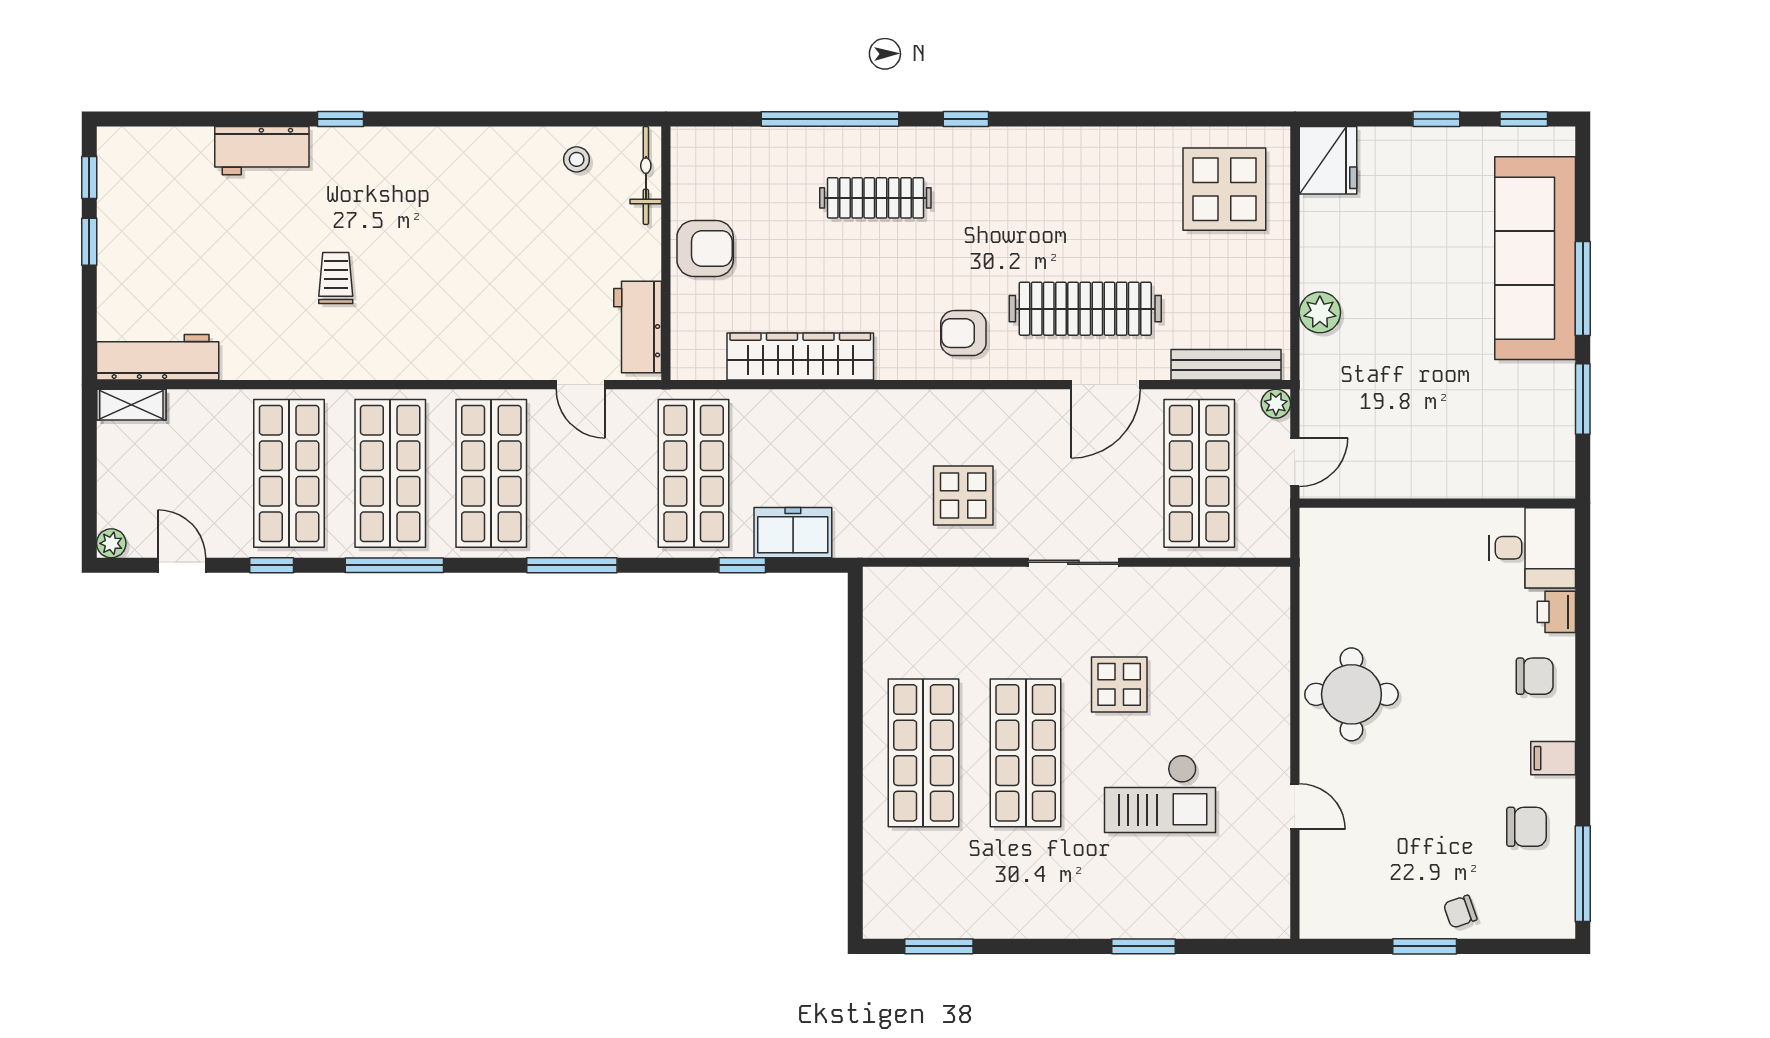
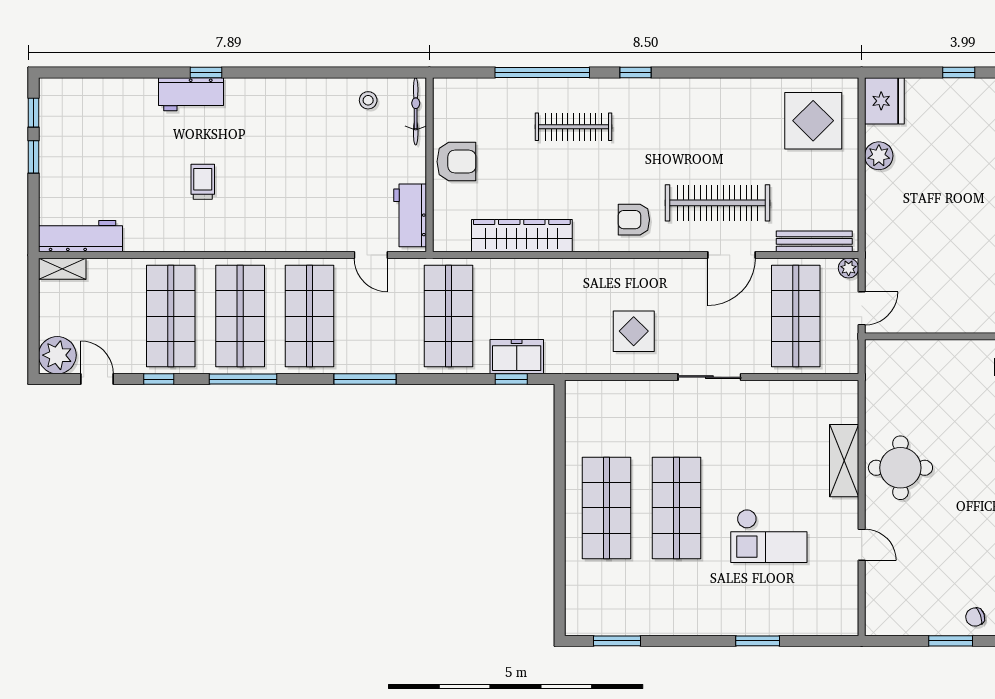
workbench: (262, 151) -> (191, 94), moved
plant: (1320, 312) -> (879, 156), moved
plant: (111, 543) -> (57, 355), width x1.88, depth x1.88
window: (742, 565) -> (511, 379), moved
display table: (1119, 684) -> (741, 461), removed
shelving: (1269, 684) -> (844, 461), added

